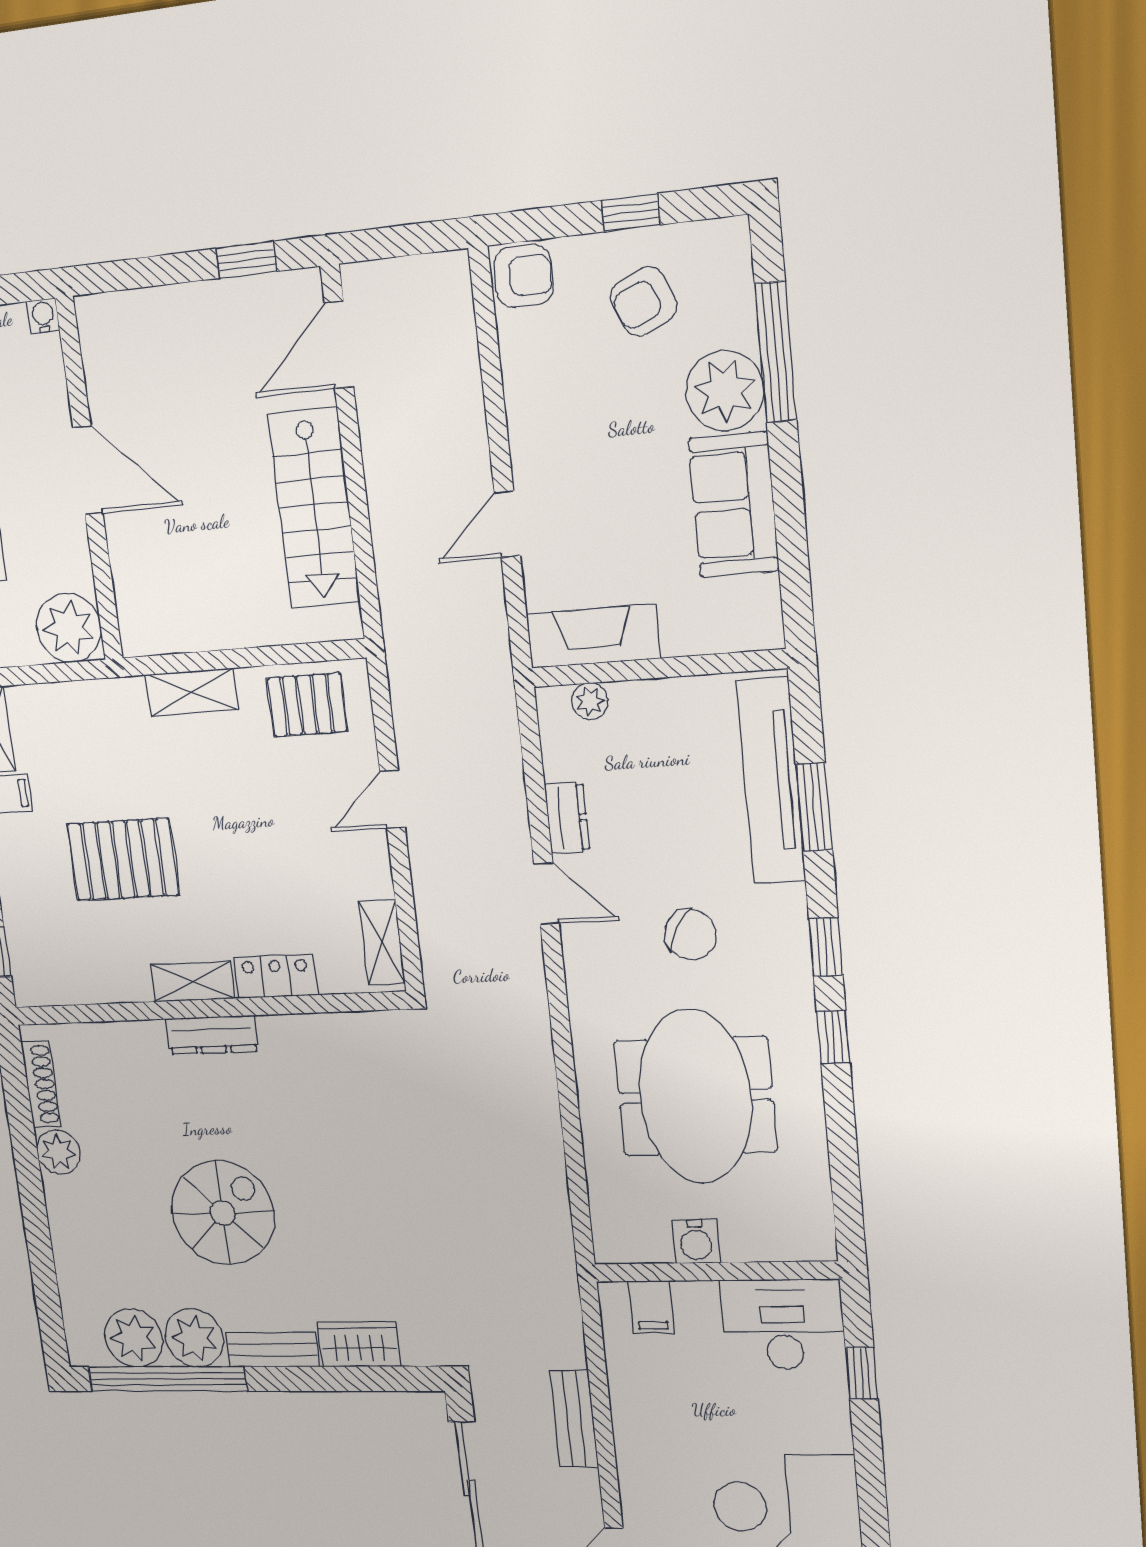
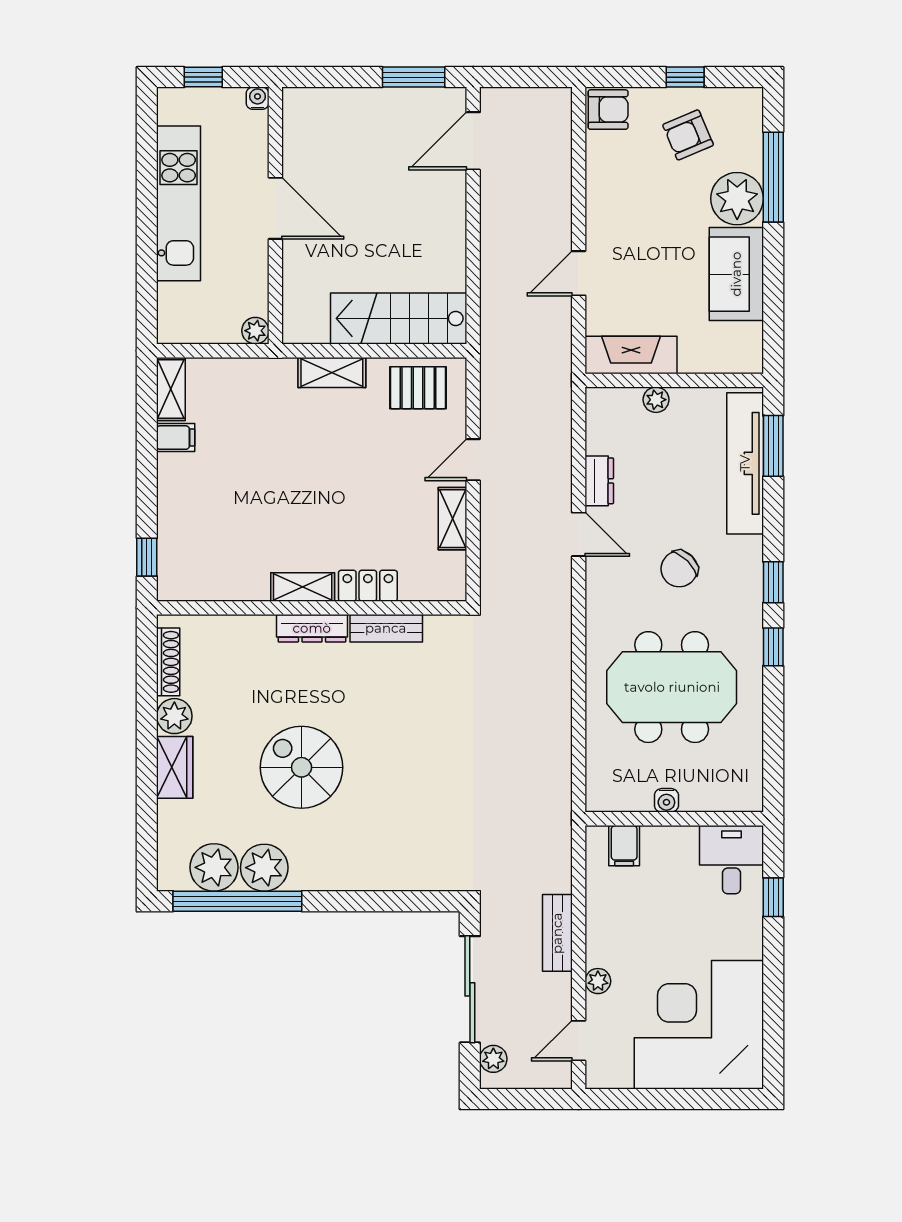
window: (246, 260) -> (414, 77), width x1.50
stairs: (314, 508) -> (399, 318), moved, turned 90
plant: (69, 628) -> (255, 331), width x0.53, depth x0.53
plant: (590, 701) -> (656, 400), moved
window: (814, 807) -> (773, 446), moved
pallet: (123, 860) -> (261, 492), removed
chair: (690, 934) -> (679, 569), turned 106
shelving: (382, 942) -> (453, 519), moved
meeting table: (695, 1096) -> (672, 687), turned 90
spiral stairs: (223, 1213) -> (302, 767), turned -90
water cooler: (696, 1241) -> (666, 800), width x0.72, depth x0.72
desk: (783, 1324) -> (731, 860), width x0.73
wardrobe: (359, 1344) -> (175, 767), moved, turned 90
bench: (272, 1350) -> (386, 628), moved
plant: (634, 1479) -> (598, 981), added

